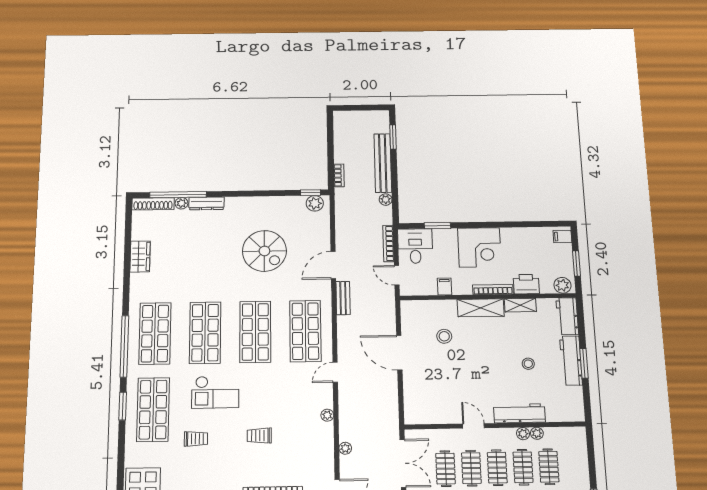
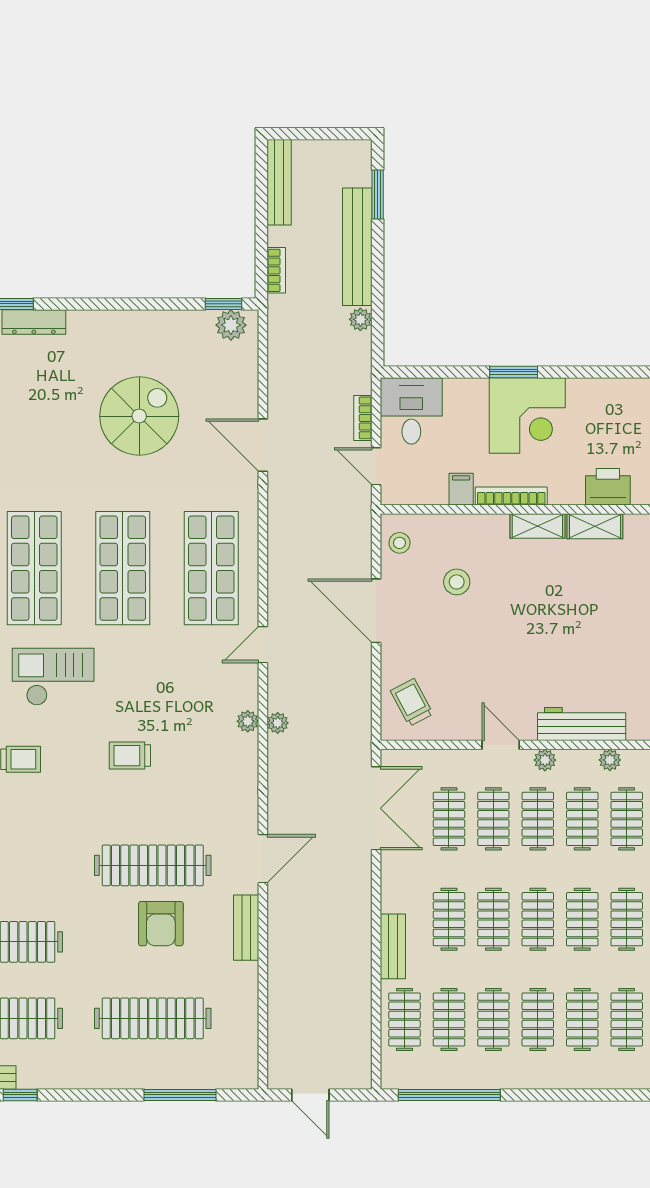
window: (437, 226) -> (514, 372), moved
bookcase: (388, 243) -> (363, 418), width x0.64
spiral stairs: (264, 251) -> (139, 416), turned -90
door: (333, 265) -> (263, 445), hinge flipped
bookcase: (493, 289) -> (511, 496), moved
bench: (343, 298) -> (279, 182), moved, width x1.36
shelving: (481, 308) -> (537, 526), width x0.67, depth x0.75
stool: (528, 364) -> (400, 543), moved
checkout: (215, 392) -> (53, 677), turned 180
trolley: (421, 403) -> (412, 702), added
plant: (523, 434) -> (545, 760), moved
plant: (345, 448) -> (278, 723), moved

